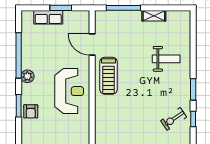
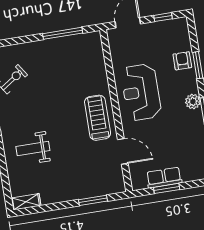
window: (123, 8) -> (93, 200), width x0.69
shelving: (154, 16) -> (26, 202), moved
row of seats: (48, 17) -> (164, 178), moved

